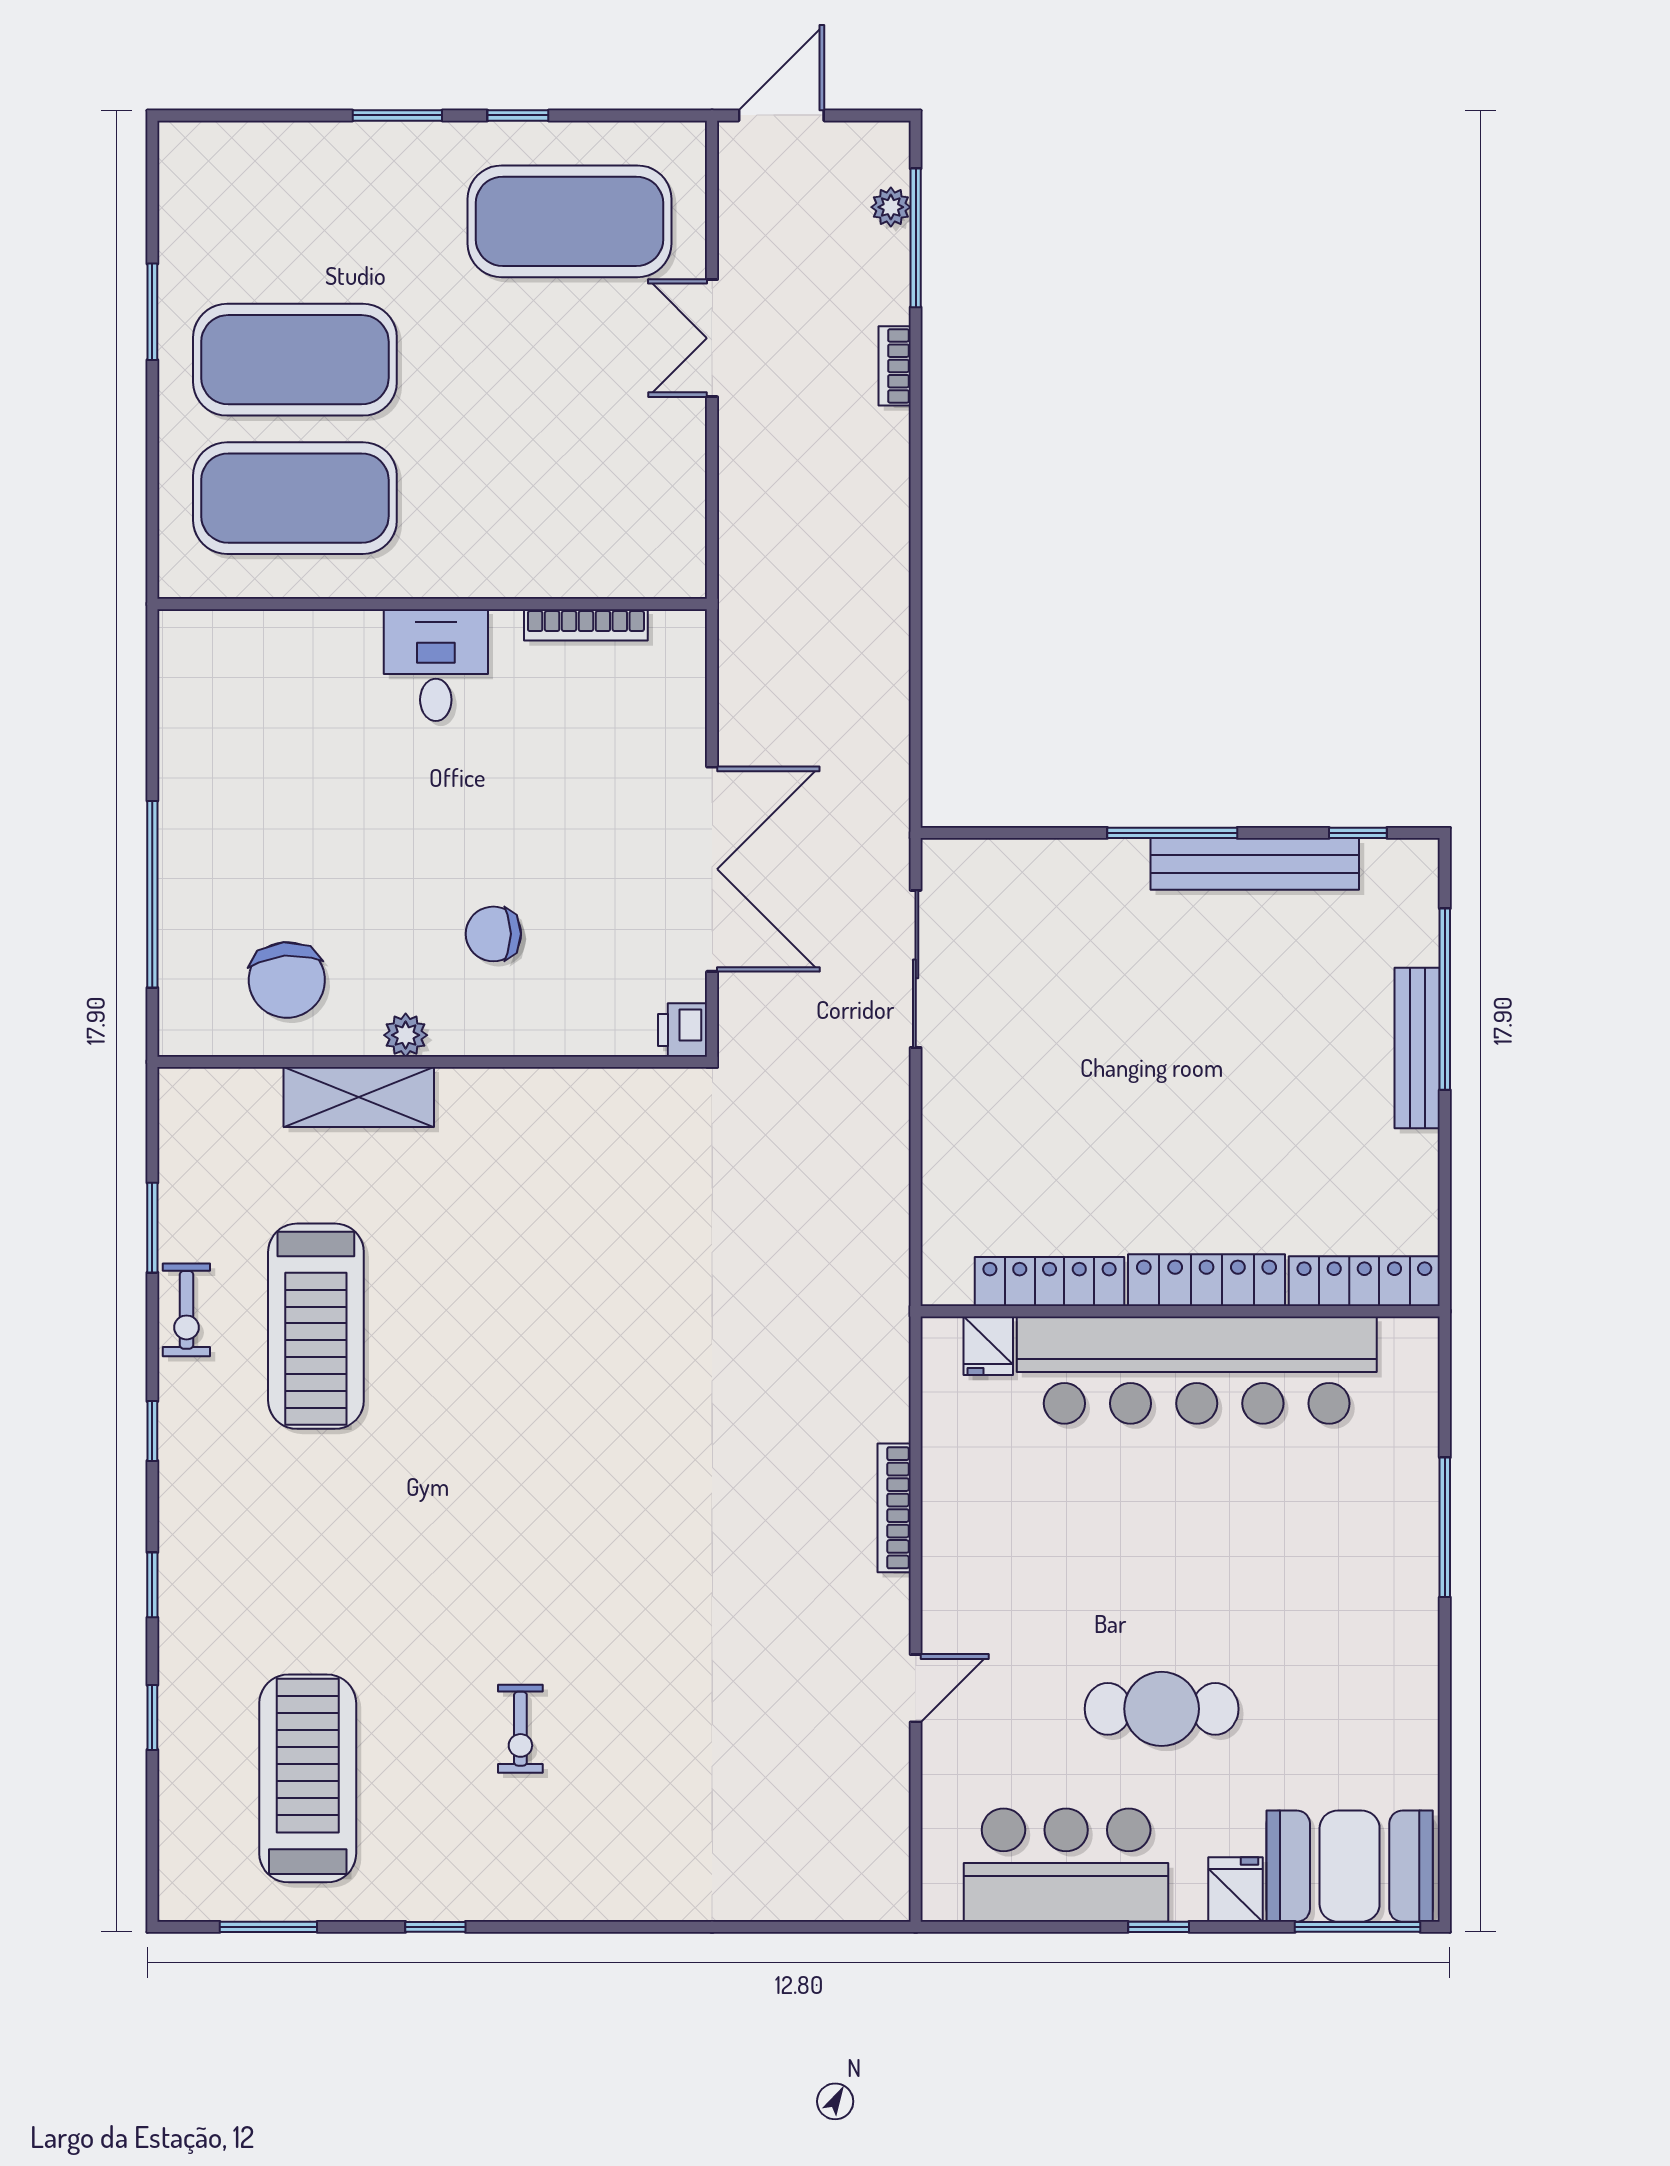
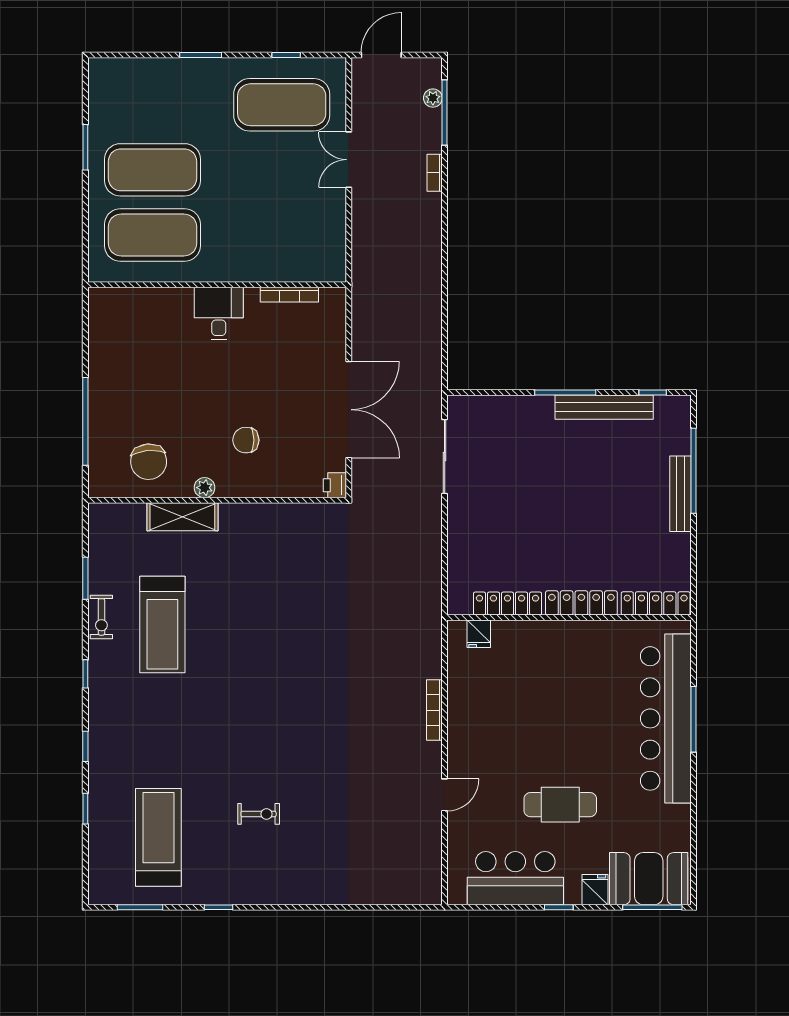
window: (518, 115) -> (286, 55), moved
bar counter: (1197, 1370) -> (666, 718), moved, turned 90
exercise bike: (520, 1729) -> (259, 814), turned -90

